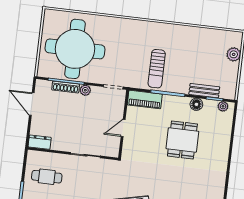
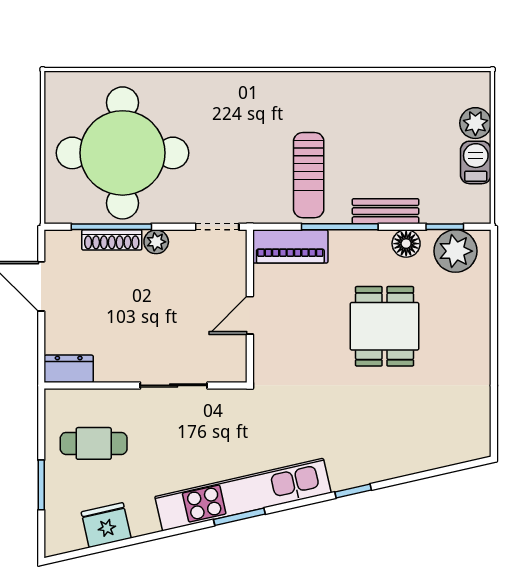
barbecue: (232, 72) -> (476, 162), added
bench: (204, 91) -> (386, 211), moved
plant: (223, 106) -> (456, 251), width x1.88, depth x1.88

